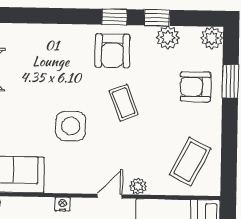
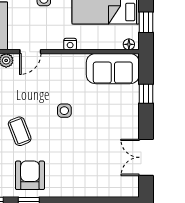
side table: (71, 126) -> (64, 111), width x0.54, depth x0.54

